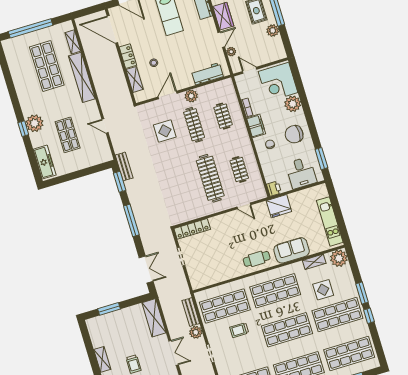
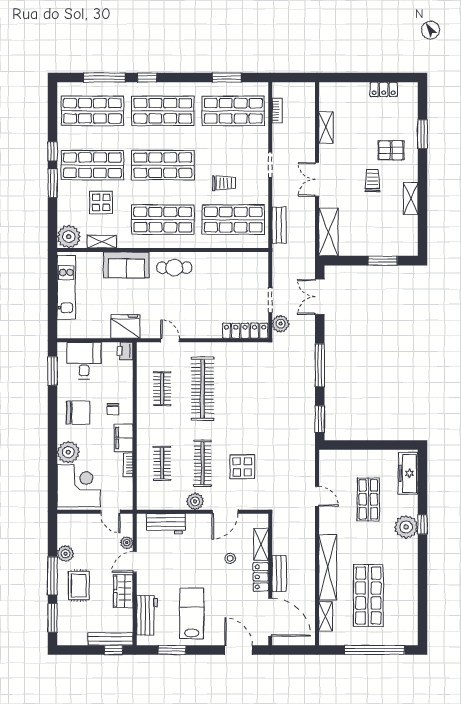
bench: (124, 166) -> (279, 573), moved
plant: (196, 332) -> (281, 324), moved

